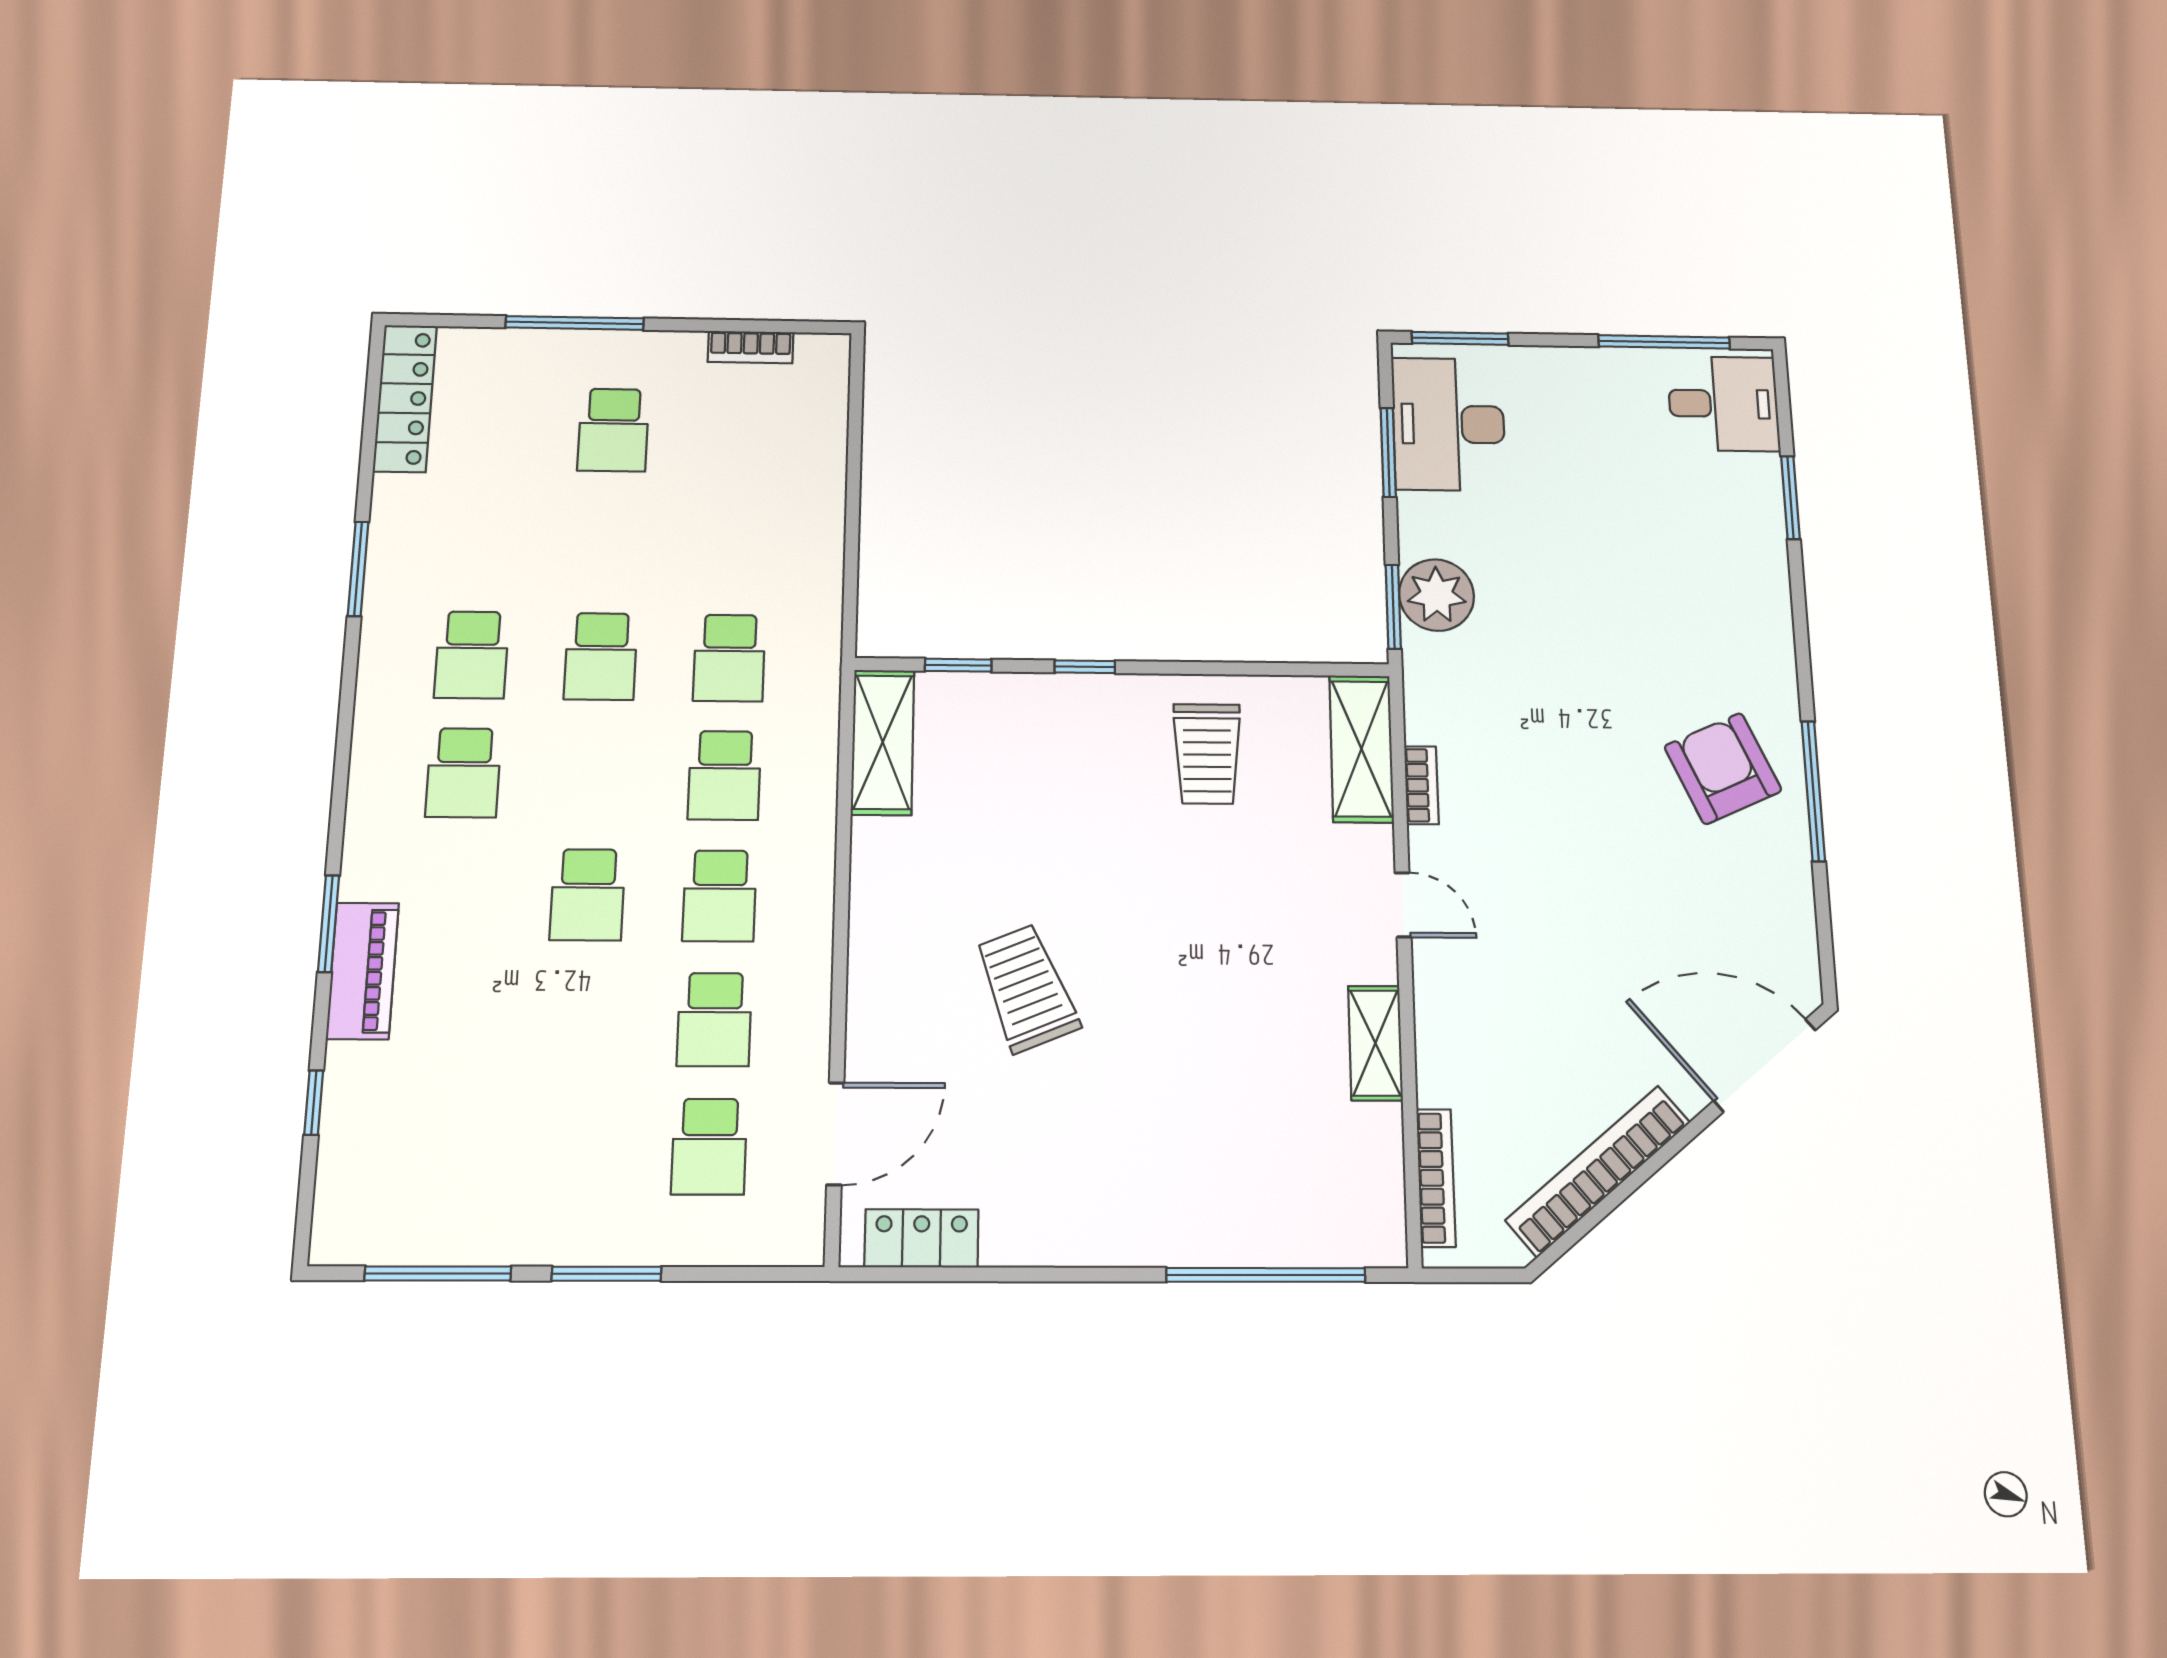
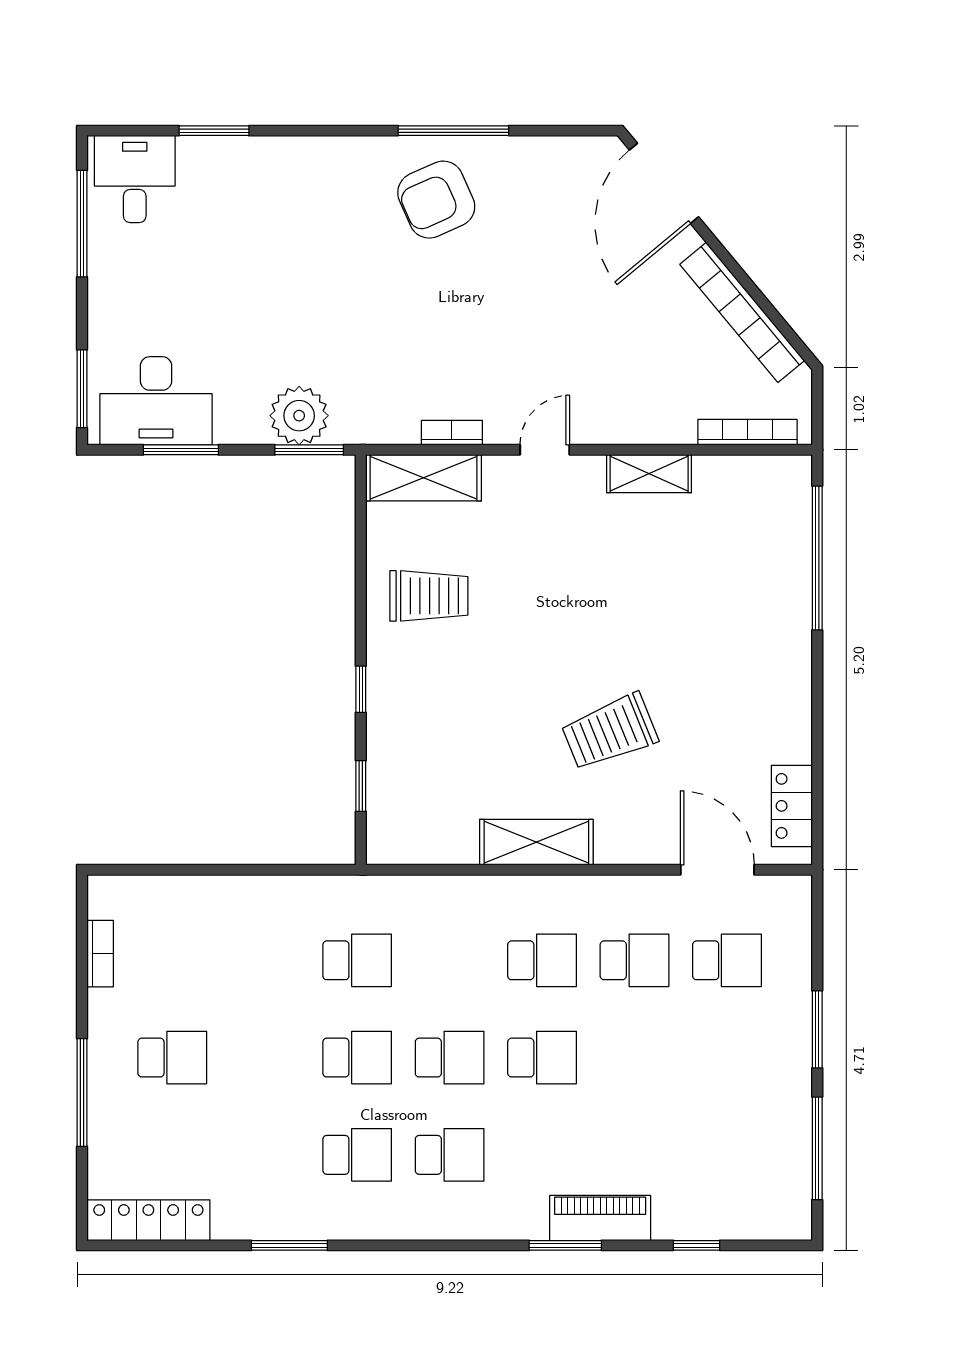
shelving: (883, 742) -> (536, 842), moved
school desk: (724, 775) -> (450, 1058), moved

